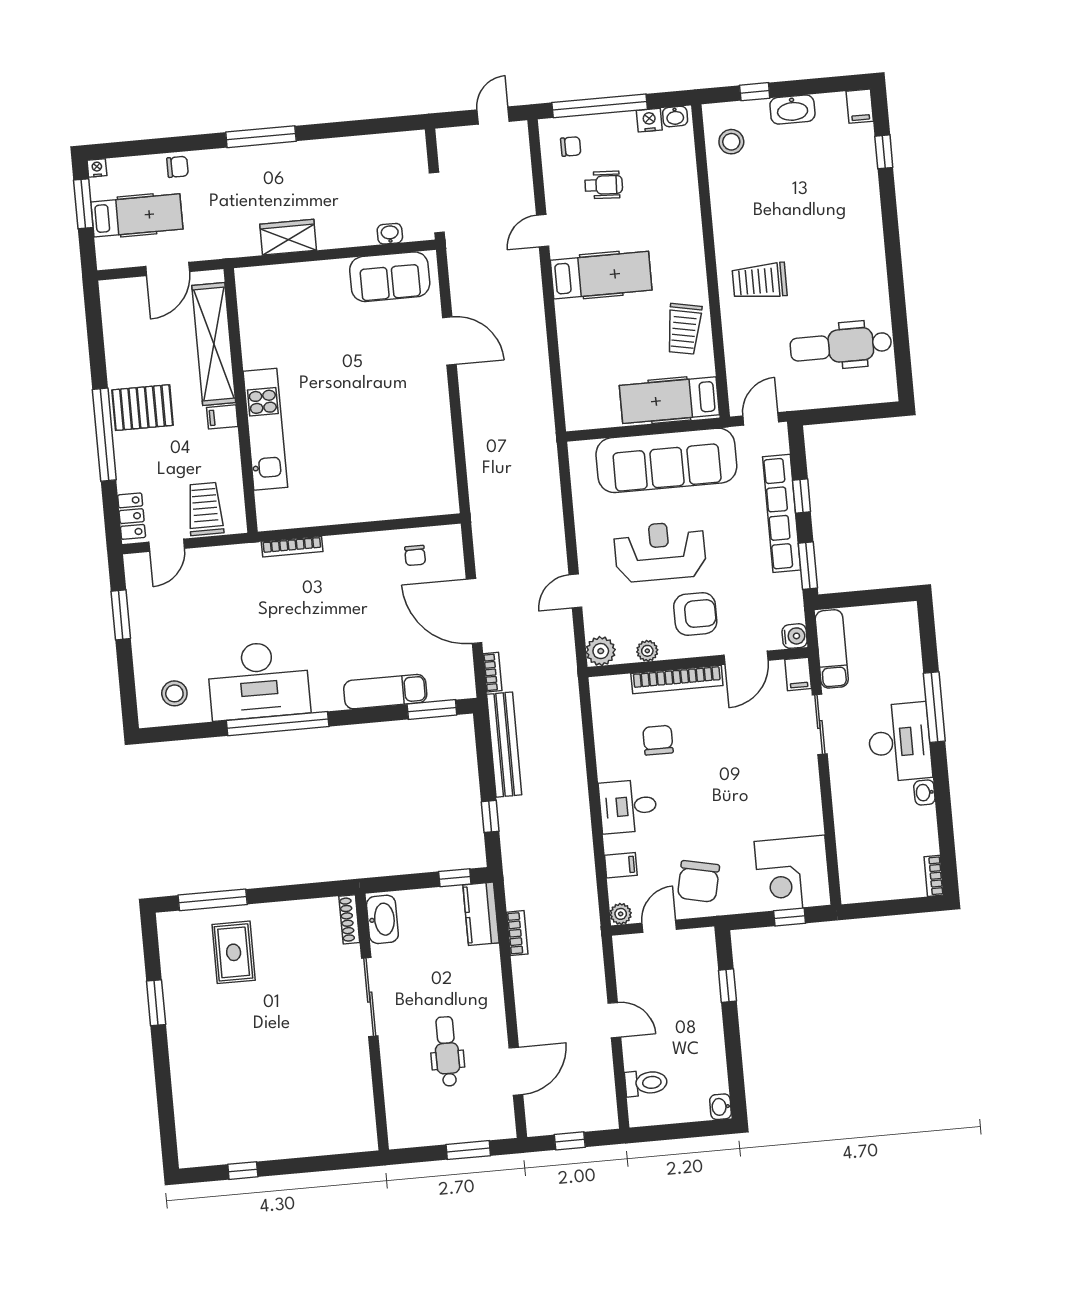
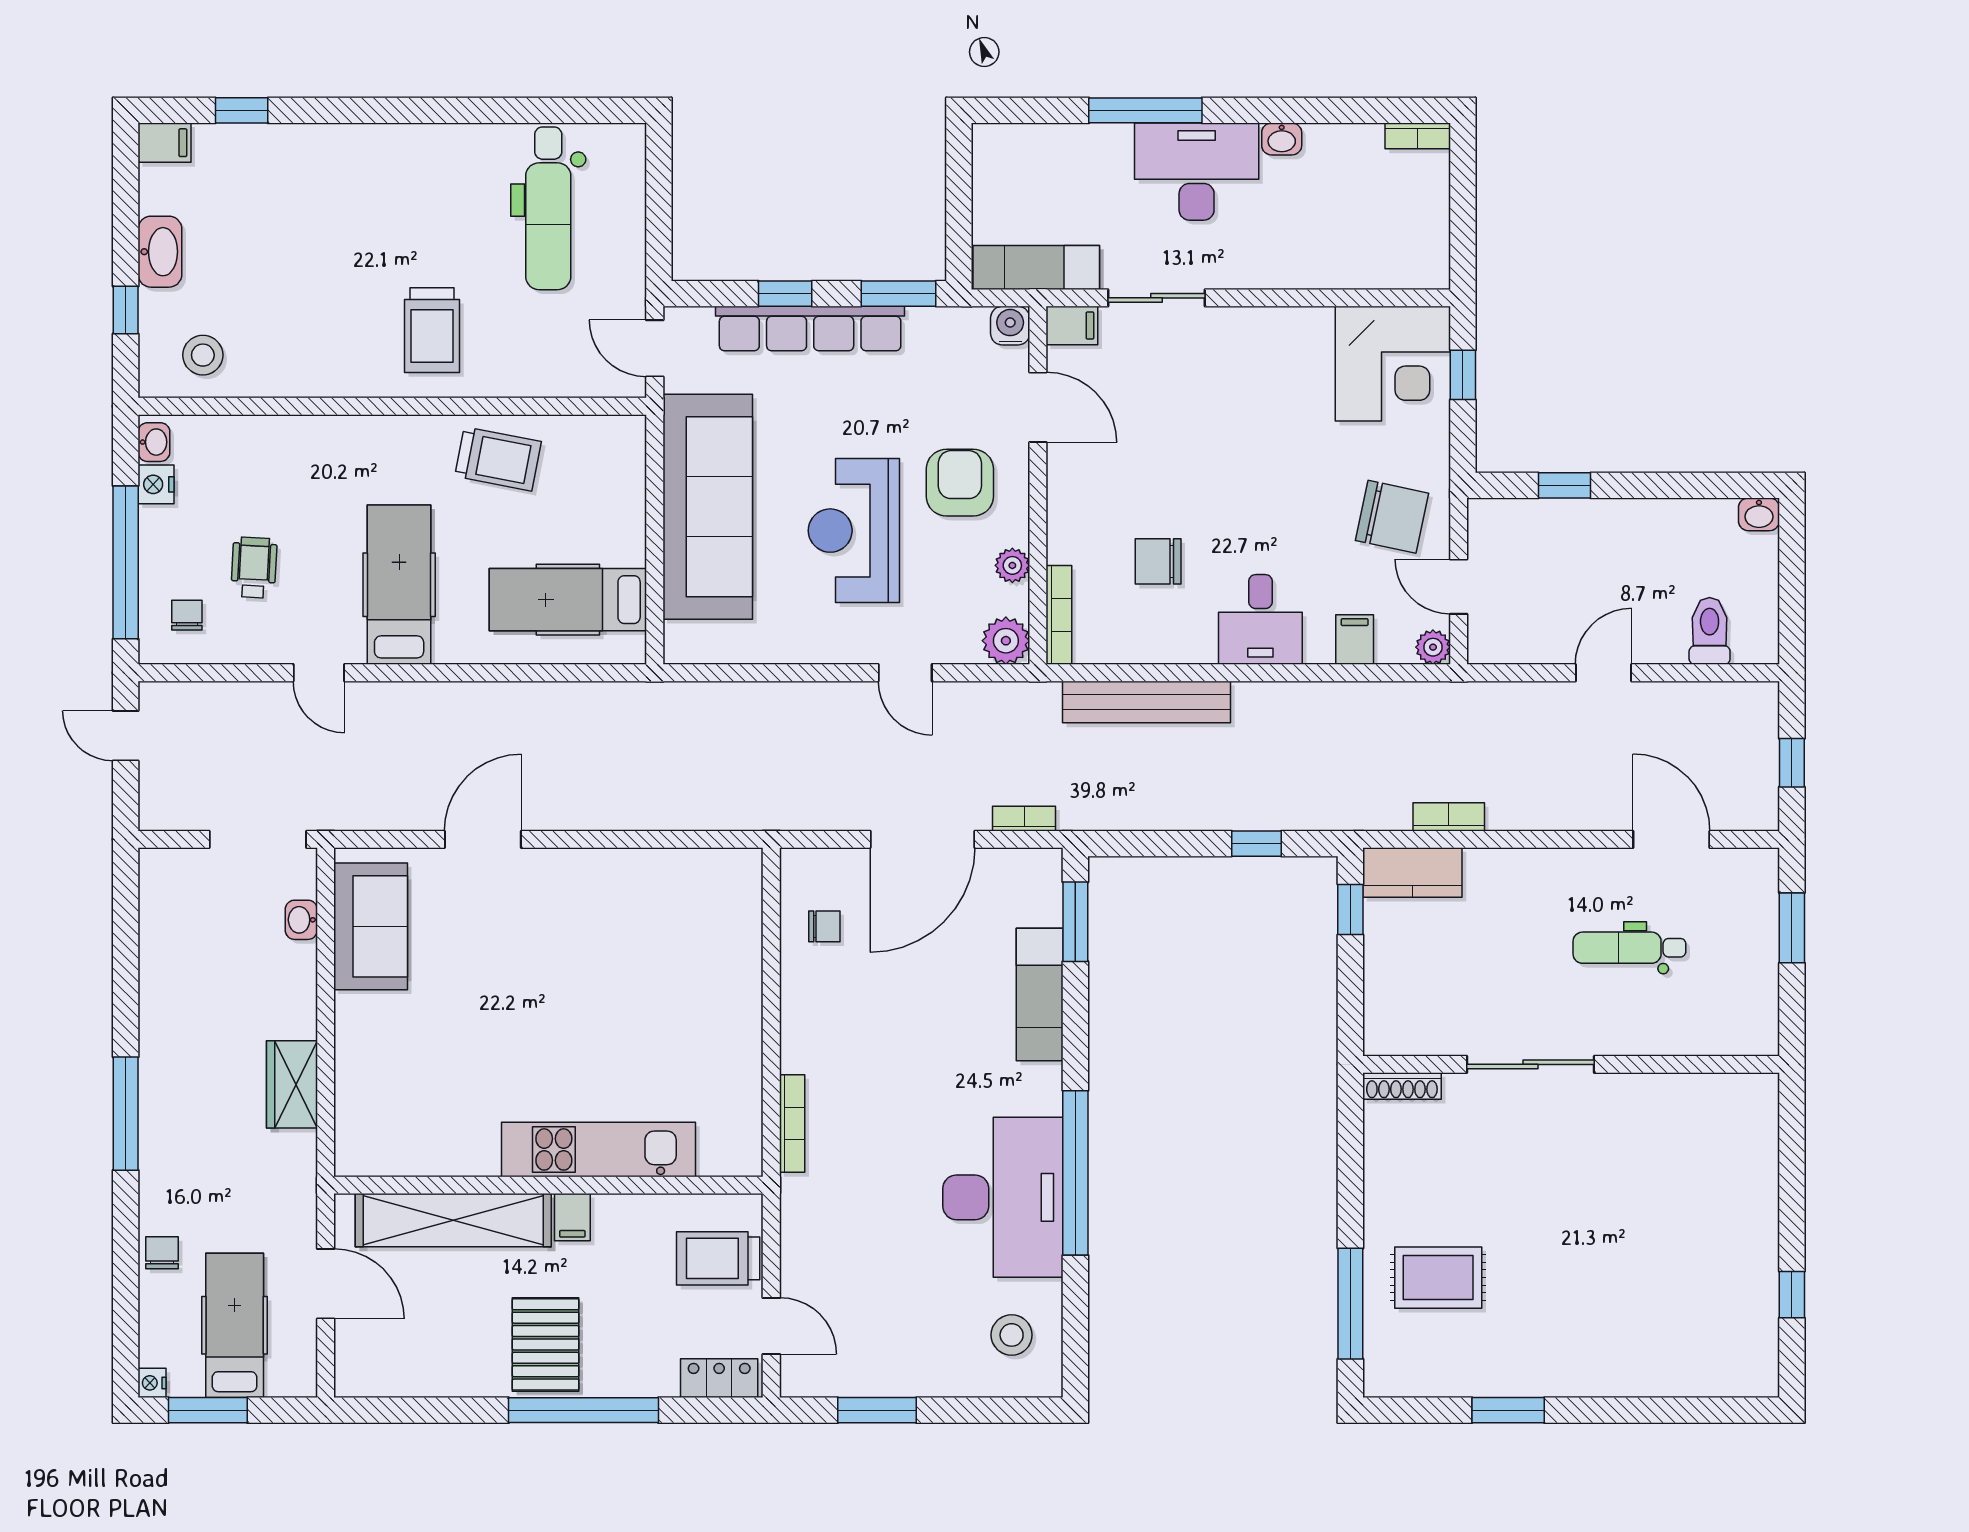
hospital bed: (669, 400) -> (568, 600), moved, turned 90
bookcase: (677, 679) -> (1059, 615), moved, width x0.68, depth x0.76
bench: (504, 745) -> (1146, 702), moved
washbasin: (382, 919) -> (1407, 1033), removed

